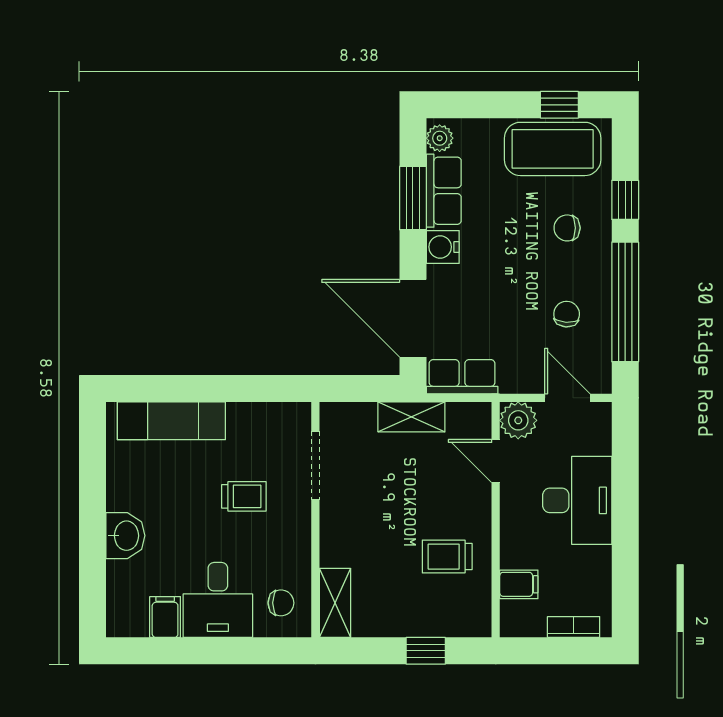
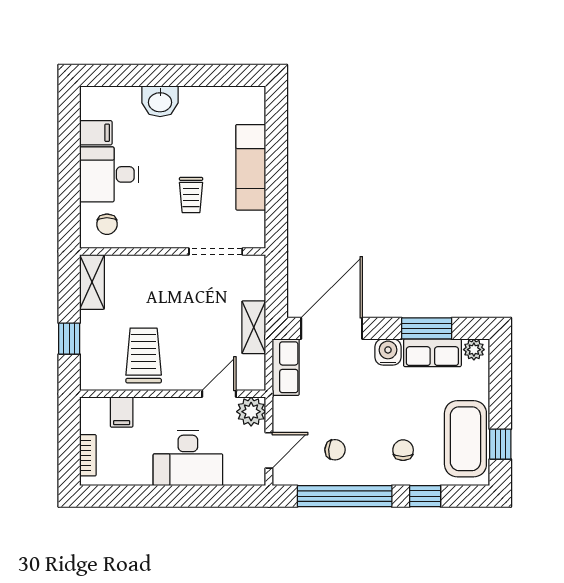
exam couch: (171, 421) -> (251, 167), moved
trolley: (447, 557) -> (144, 355), width x1.36, depth x1.39
shelving: (335, 603) -> (92, 282), moved, turned 90

